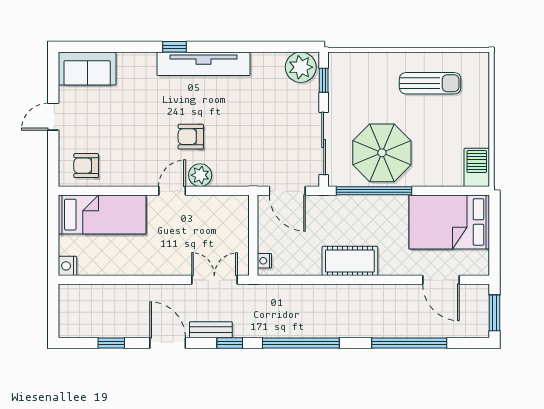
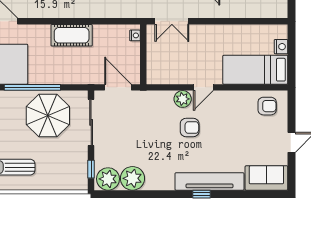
tv unit: (204, 64) -> (209, 181), moved
plant: (268, 68) -> (132, 178), added
window: (374, 191) -> (32, 87), moved
nightstand: (67, 266) -> (281, 47), moved

